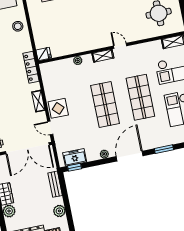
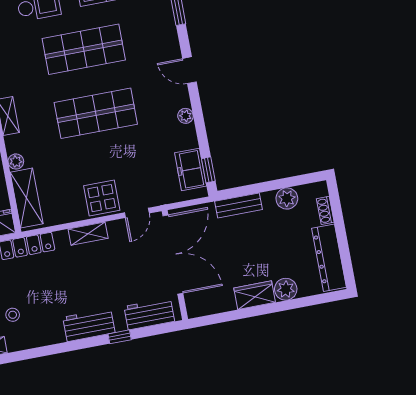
shelving: (58, 67) -> (27, 198), added
door: (130, 156) -> (190, 70), width x0.53

